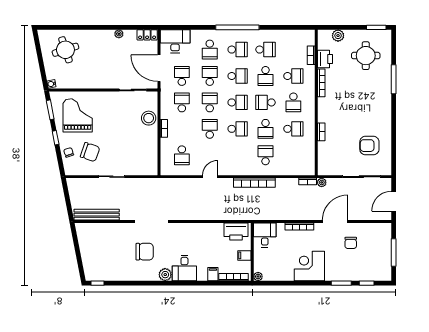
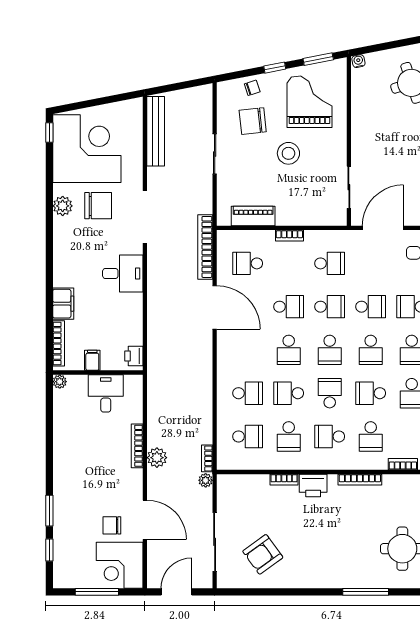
printer: (325, 59) -> (313, 485), moved
school desk: (182, 76) -> (248, 436), moved
grand piano: (78, 115) -> (309, 102), turned -90
stool: (149, 118) -> (288, 153), moved
armchair: (369, 146) -> (263, 554), turned -126
chair: (90, 152) -> (253, 121), turned 65
piano: (151, 152) -> (253, 216), added
door: (210, 177) -> (215, 307), width x1.87
bookcase: (254, 183) -> (205, 247), moved
door: (394, 201) -> (176, 592), hinge flipped
plant: (307, 214) -> (157, 458), added
door: (335, 222) -> (145, 520), moved
printer: (236, 232) -> (134, 356), width x0.53, depth x0.68
desk: (265, 235) -> (106, 393), moved, turned -90
chair: (145, 252) -> (98, 206), turned -90
corner desk: (108, 259) -> (87, 149), added
corner desk: (309, 266) -> (120, 565), moved, turned 180
desk: (184, 268) -> (123, 273), moved, turned 180
filing cabinet: (213, 274) -> (63, 304), width x2.00
plant: (165, 275) -> (63, 206), moved

